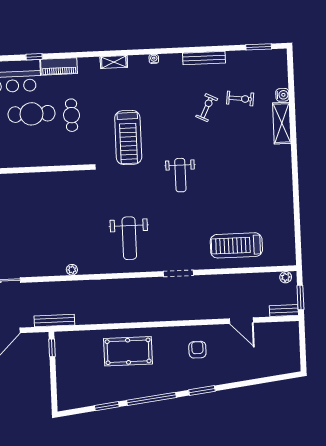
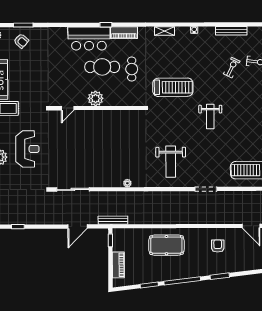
treadmill: (128, 138) -> (173, 87), turned -90
plant: (24, 157) -> (95, 98), added
piano: (64, 381) -> (118, 265), added

